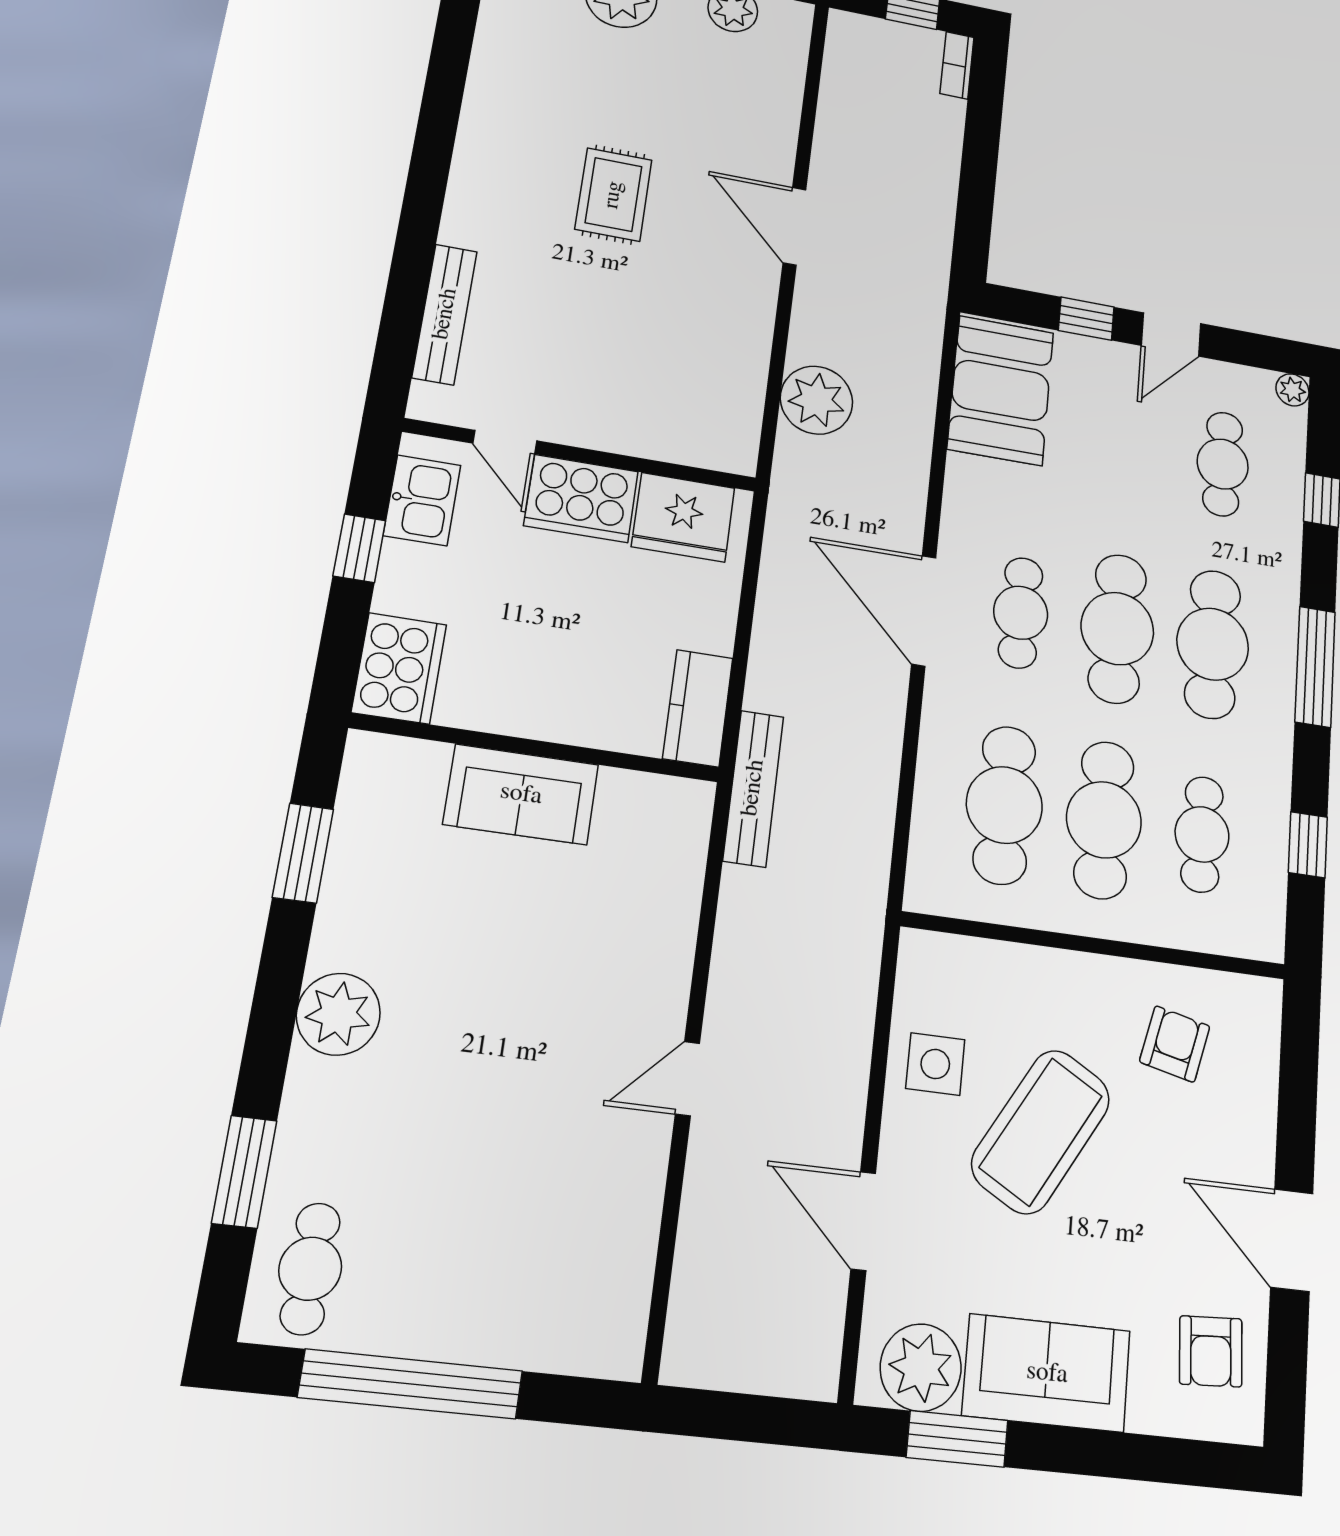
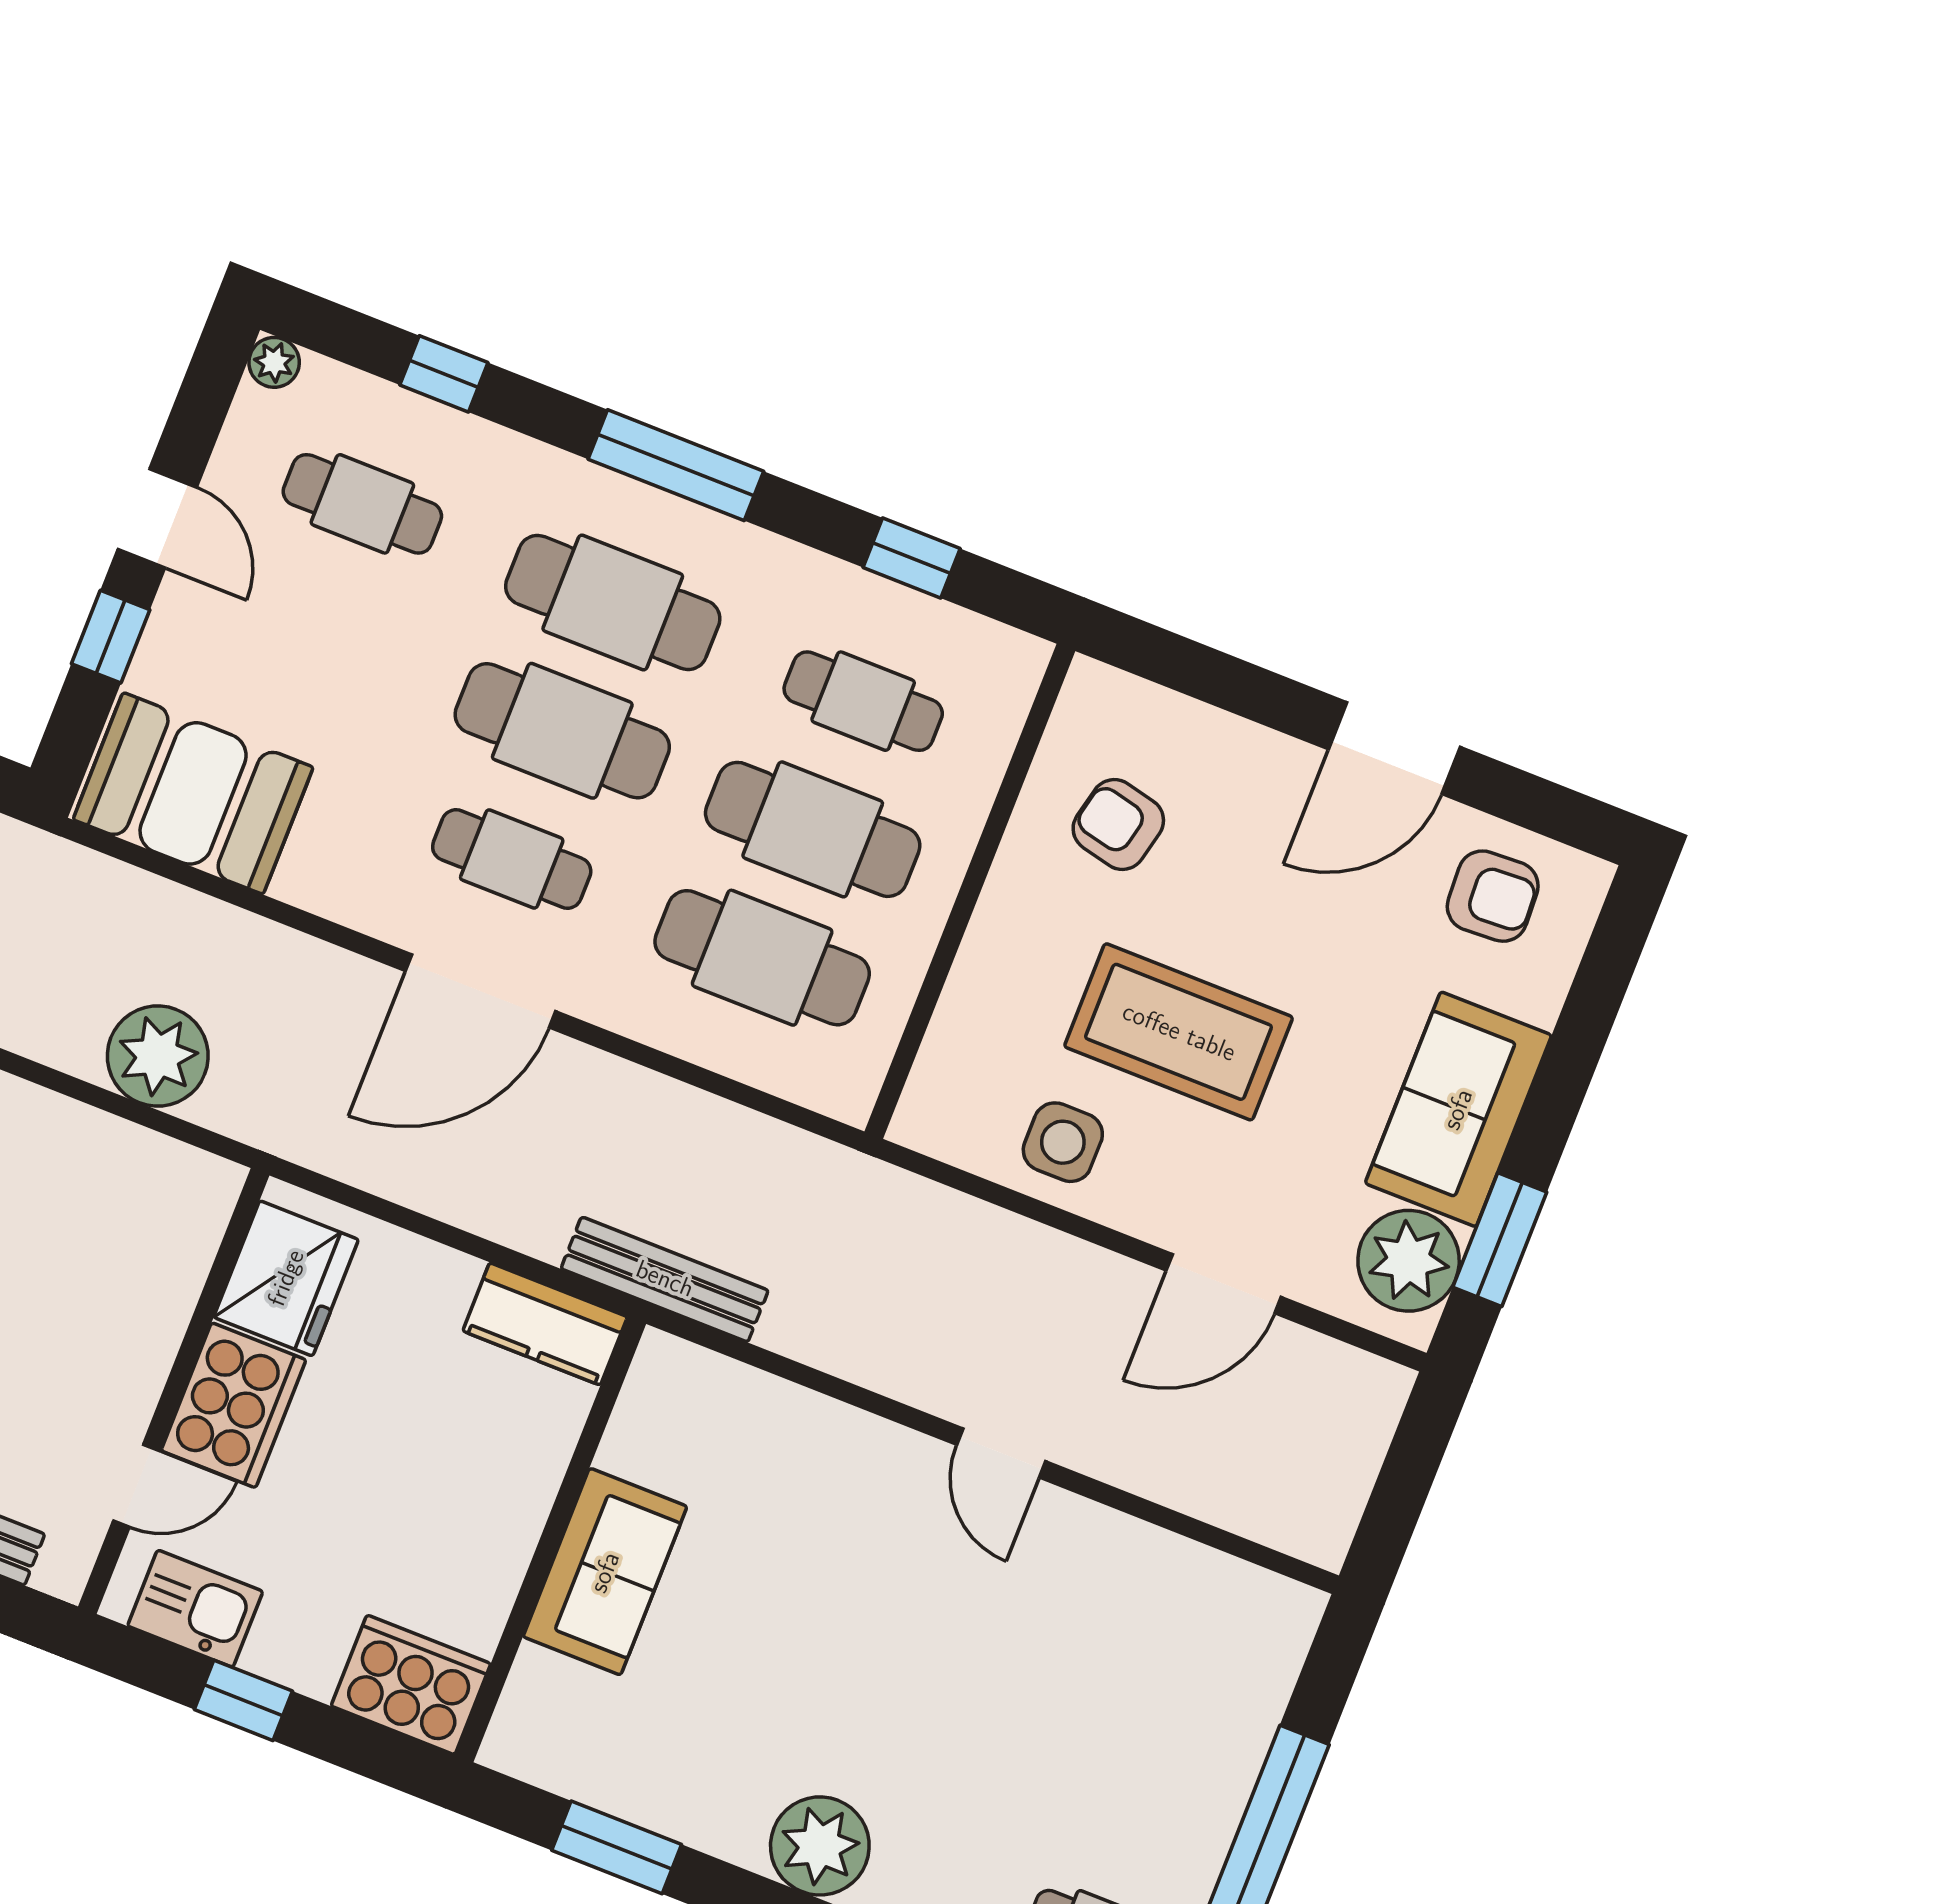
coffee table: (1041, 1132) -> (1179, 1032), turned -30

